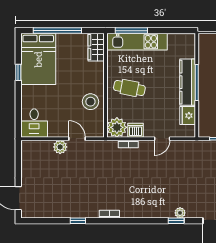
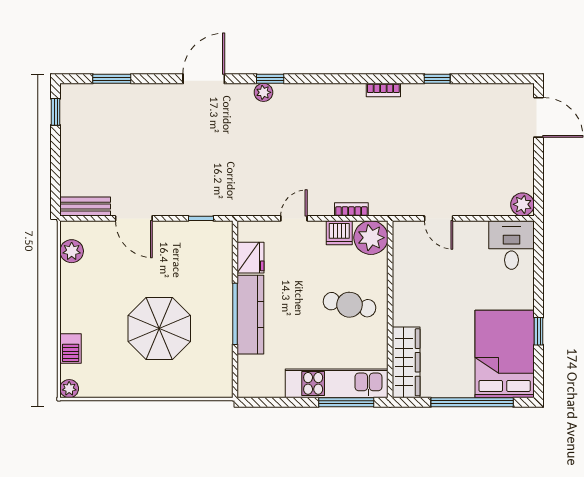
wardrobe: (96, 47) -> (406, 362), width x1.50
stool: (90, 102) -> (416, 281), removed
plant: (60, 147) -> (522, 204), moved

